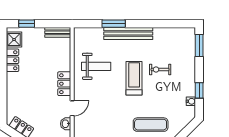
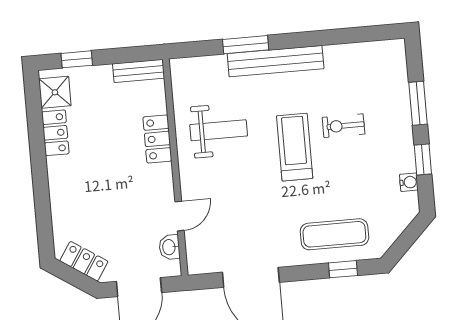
window: (199, 46) -> (418, 103), moved
locker: (64, 84) -> (157, 139), moved

